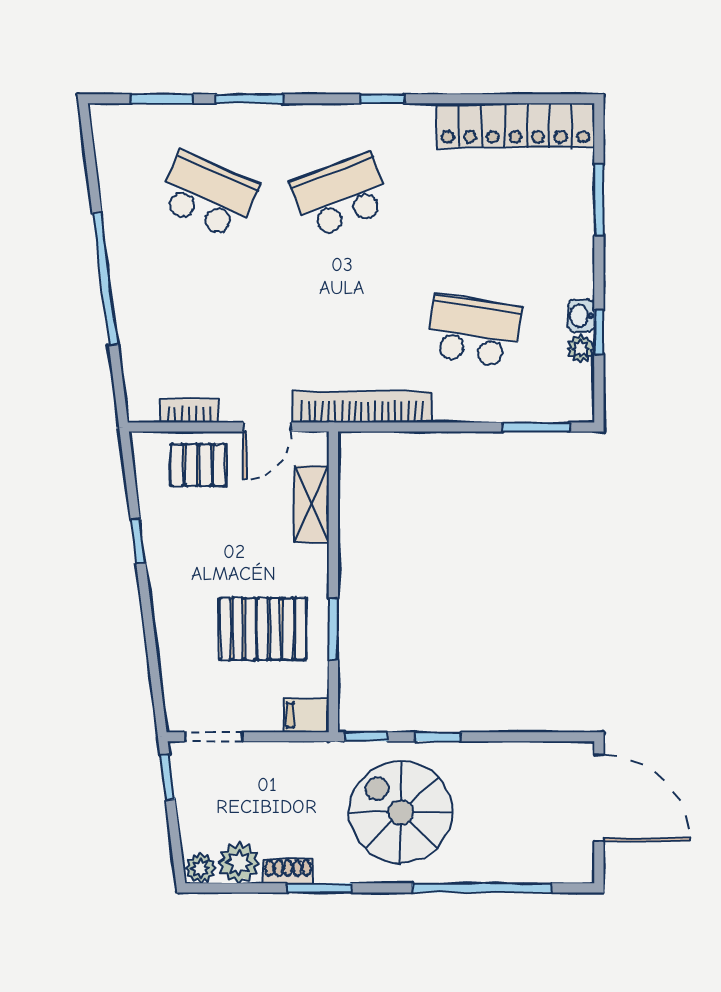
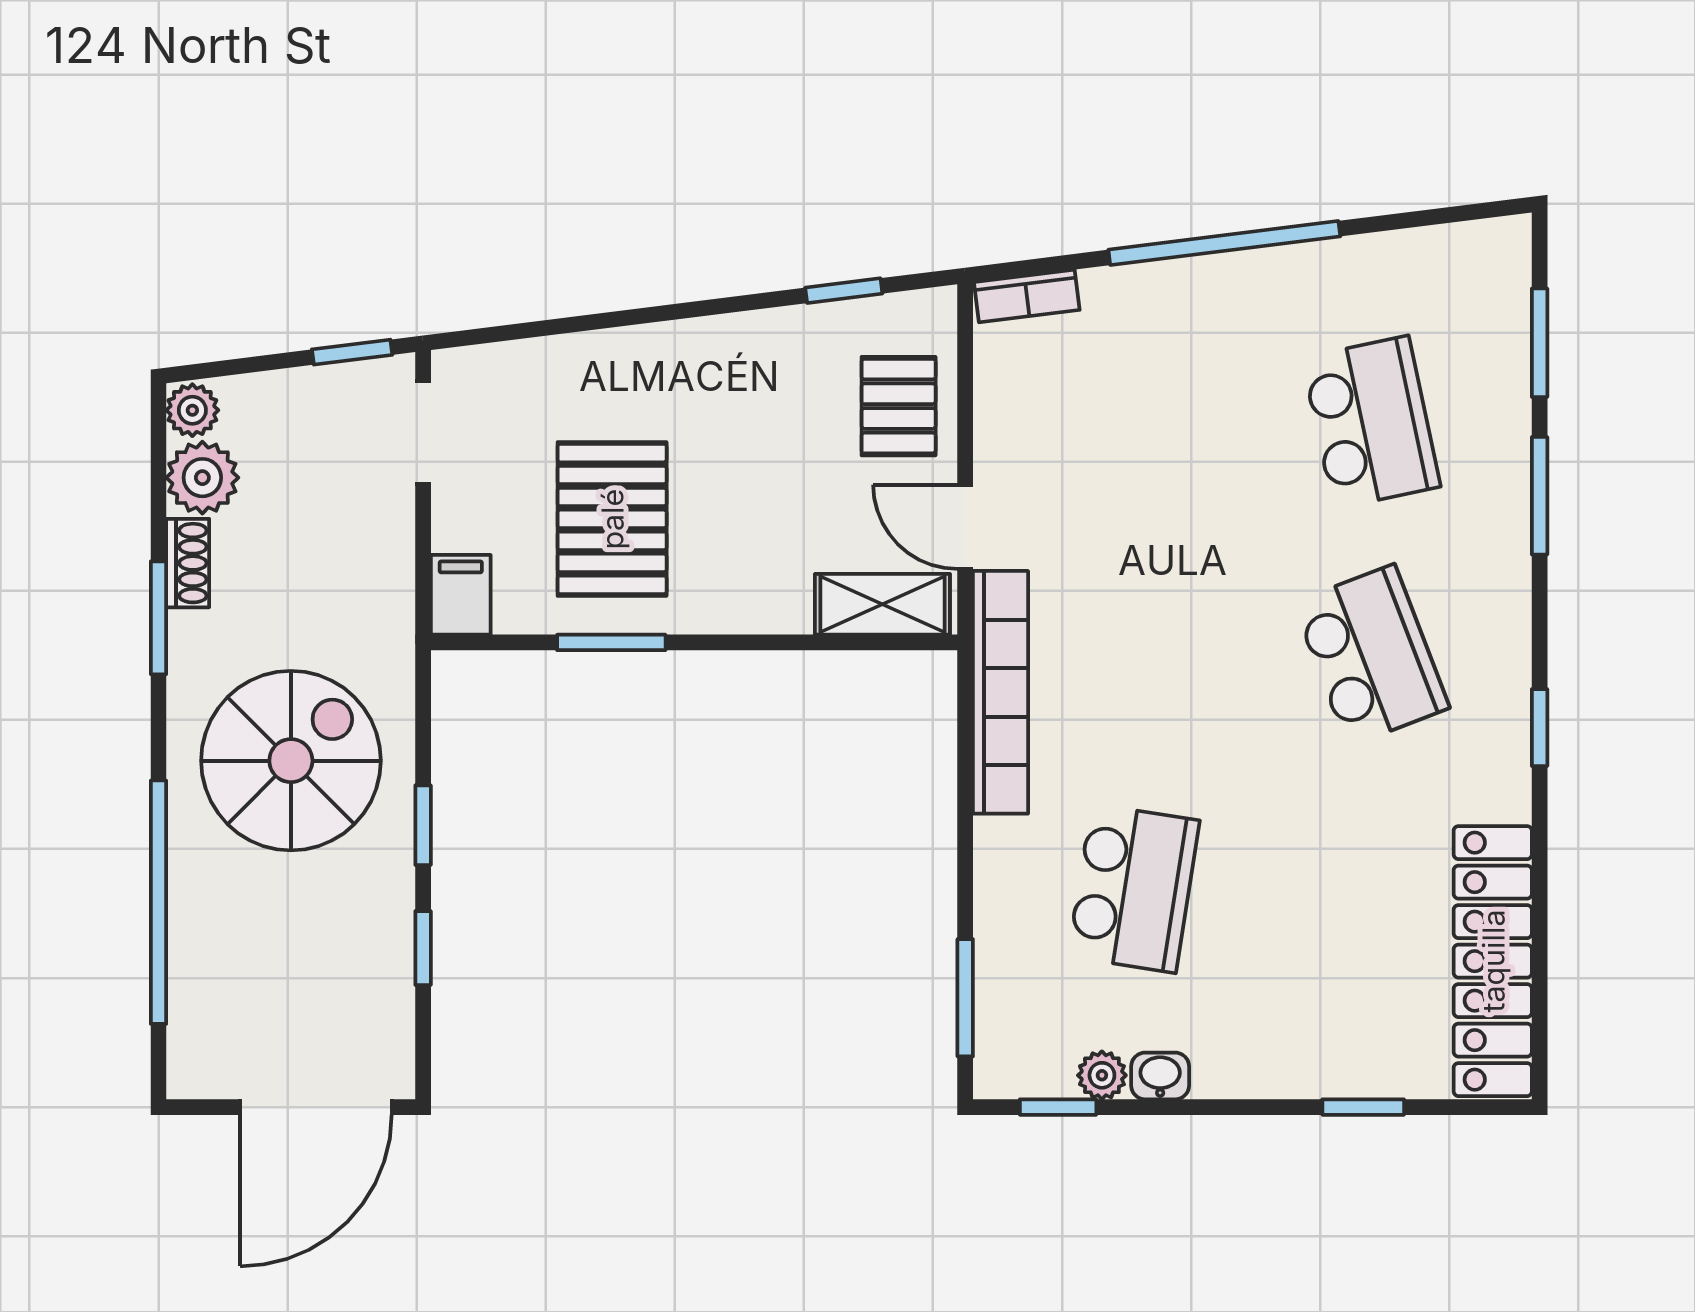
school desk: (208, 195) -> (1371, 422), turned -36
window: (599, 200) -> (1363, 1107), width x0.67
window: (599, 332) -> (1058, 1107), moved
bookcase: (189, 411) -> (1027, 296), moved, turned 83
shelving: (312, 504) -> (882, 604), moved
window: (138, 541) -> (844, 291), moved
window: (366, 737) -> (423, 948), moved

